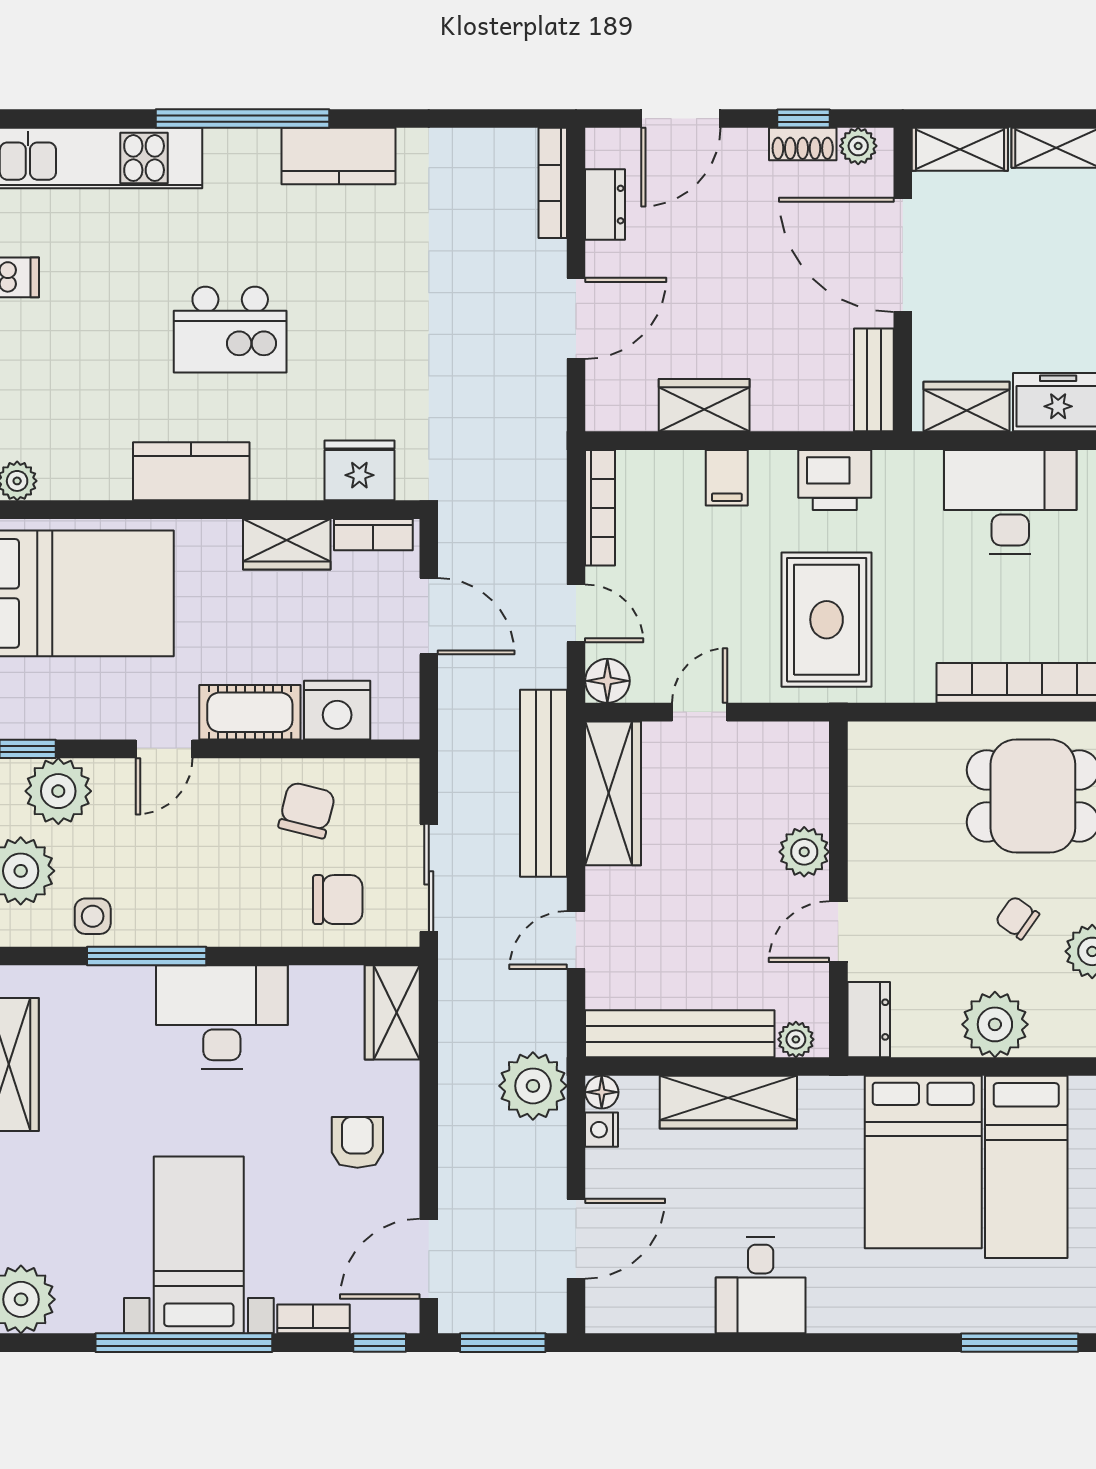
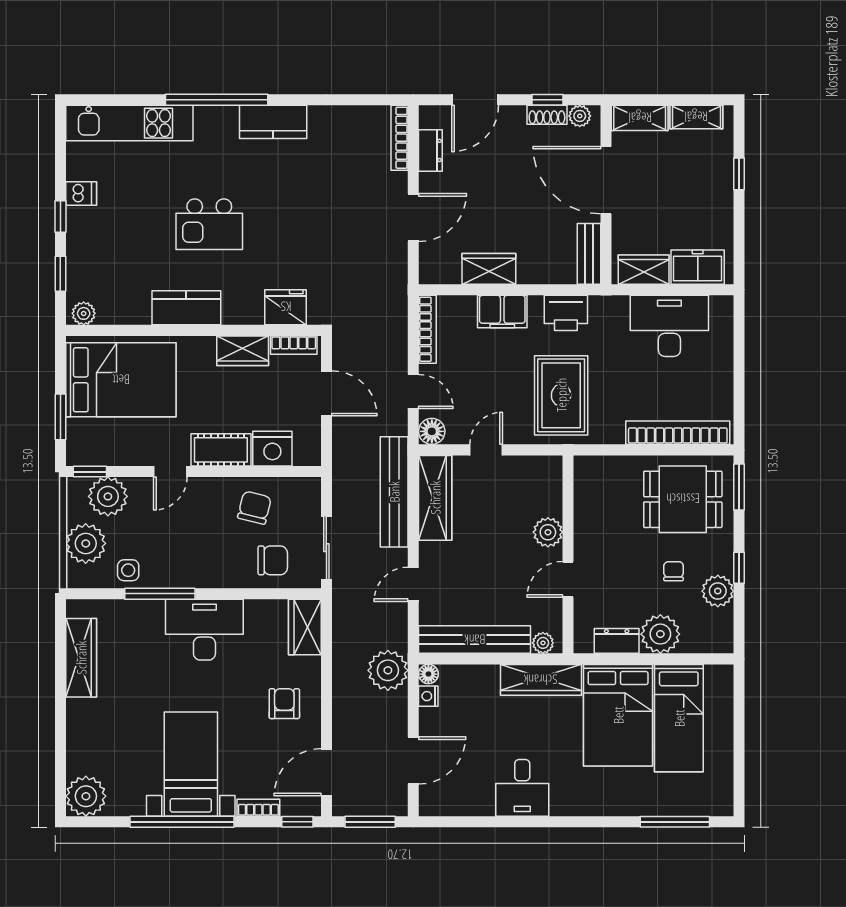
filing cabinet: (727, 478) -> (502, 312), width x2.00
chair: (1017, 918) -> (674, 571), turned 55
dresser: (869, 1020) -> (617, 641), moved, turned -90
wardrobe: (728, 1102) -> (541, 680), moved

